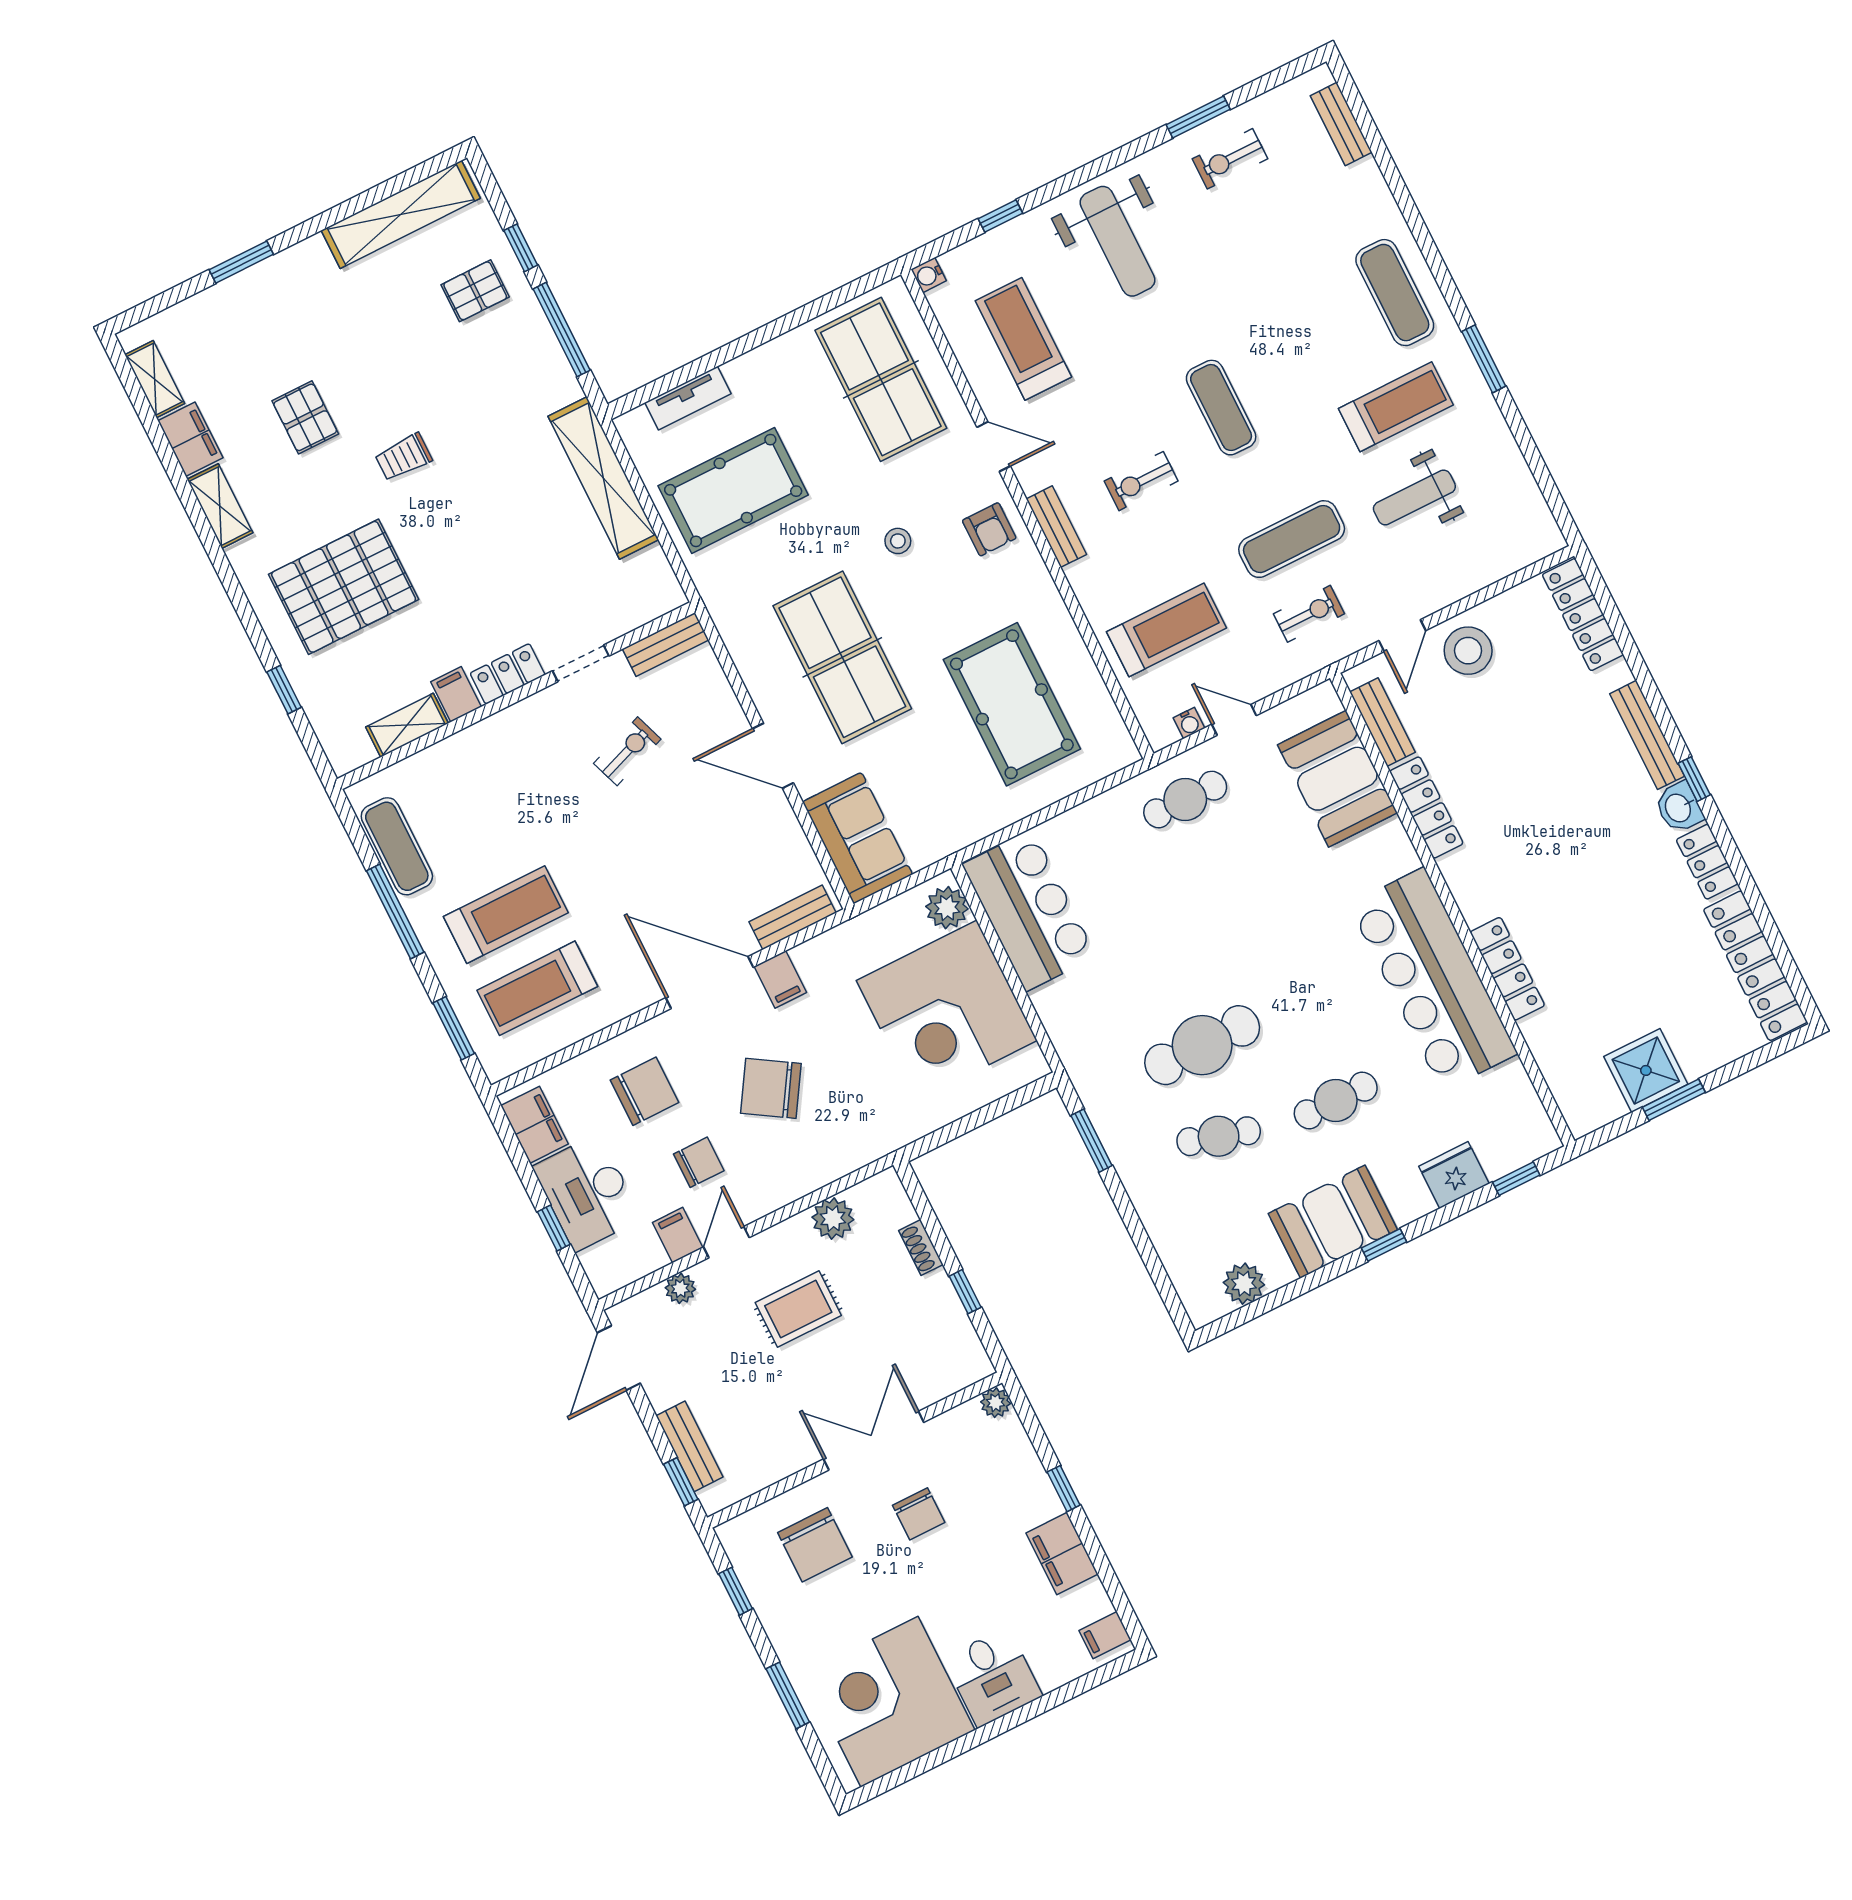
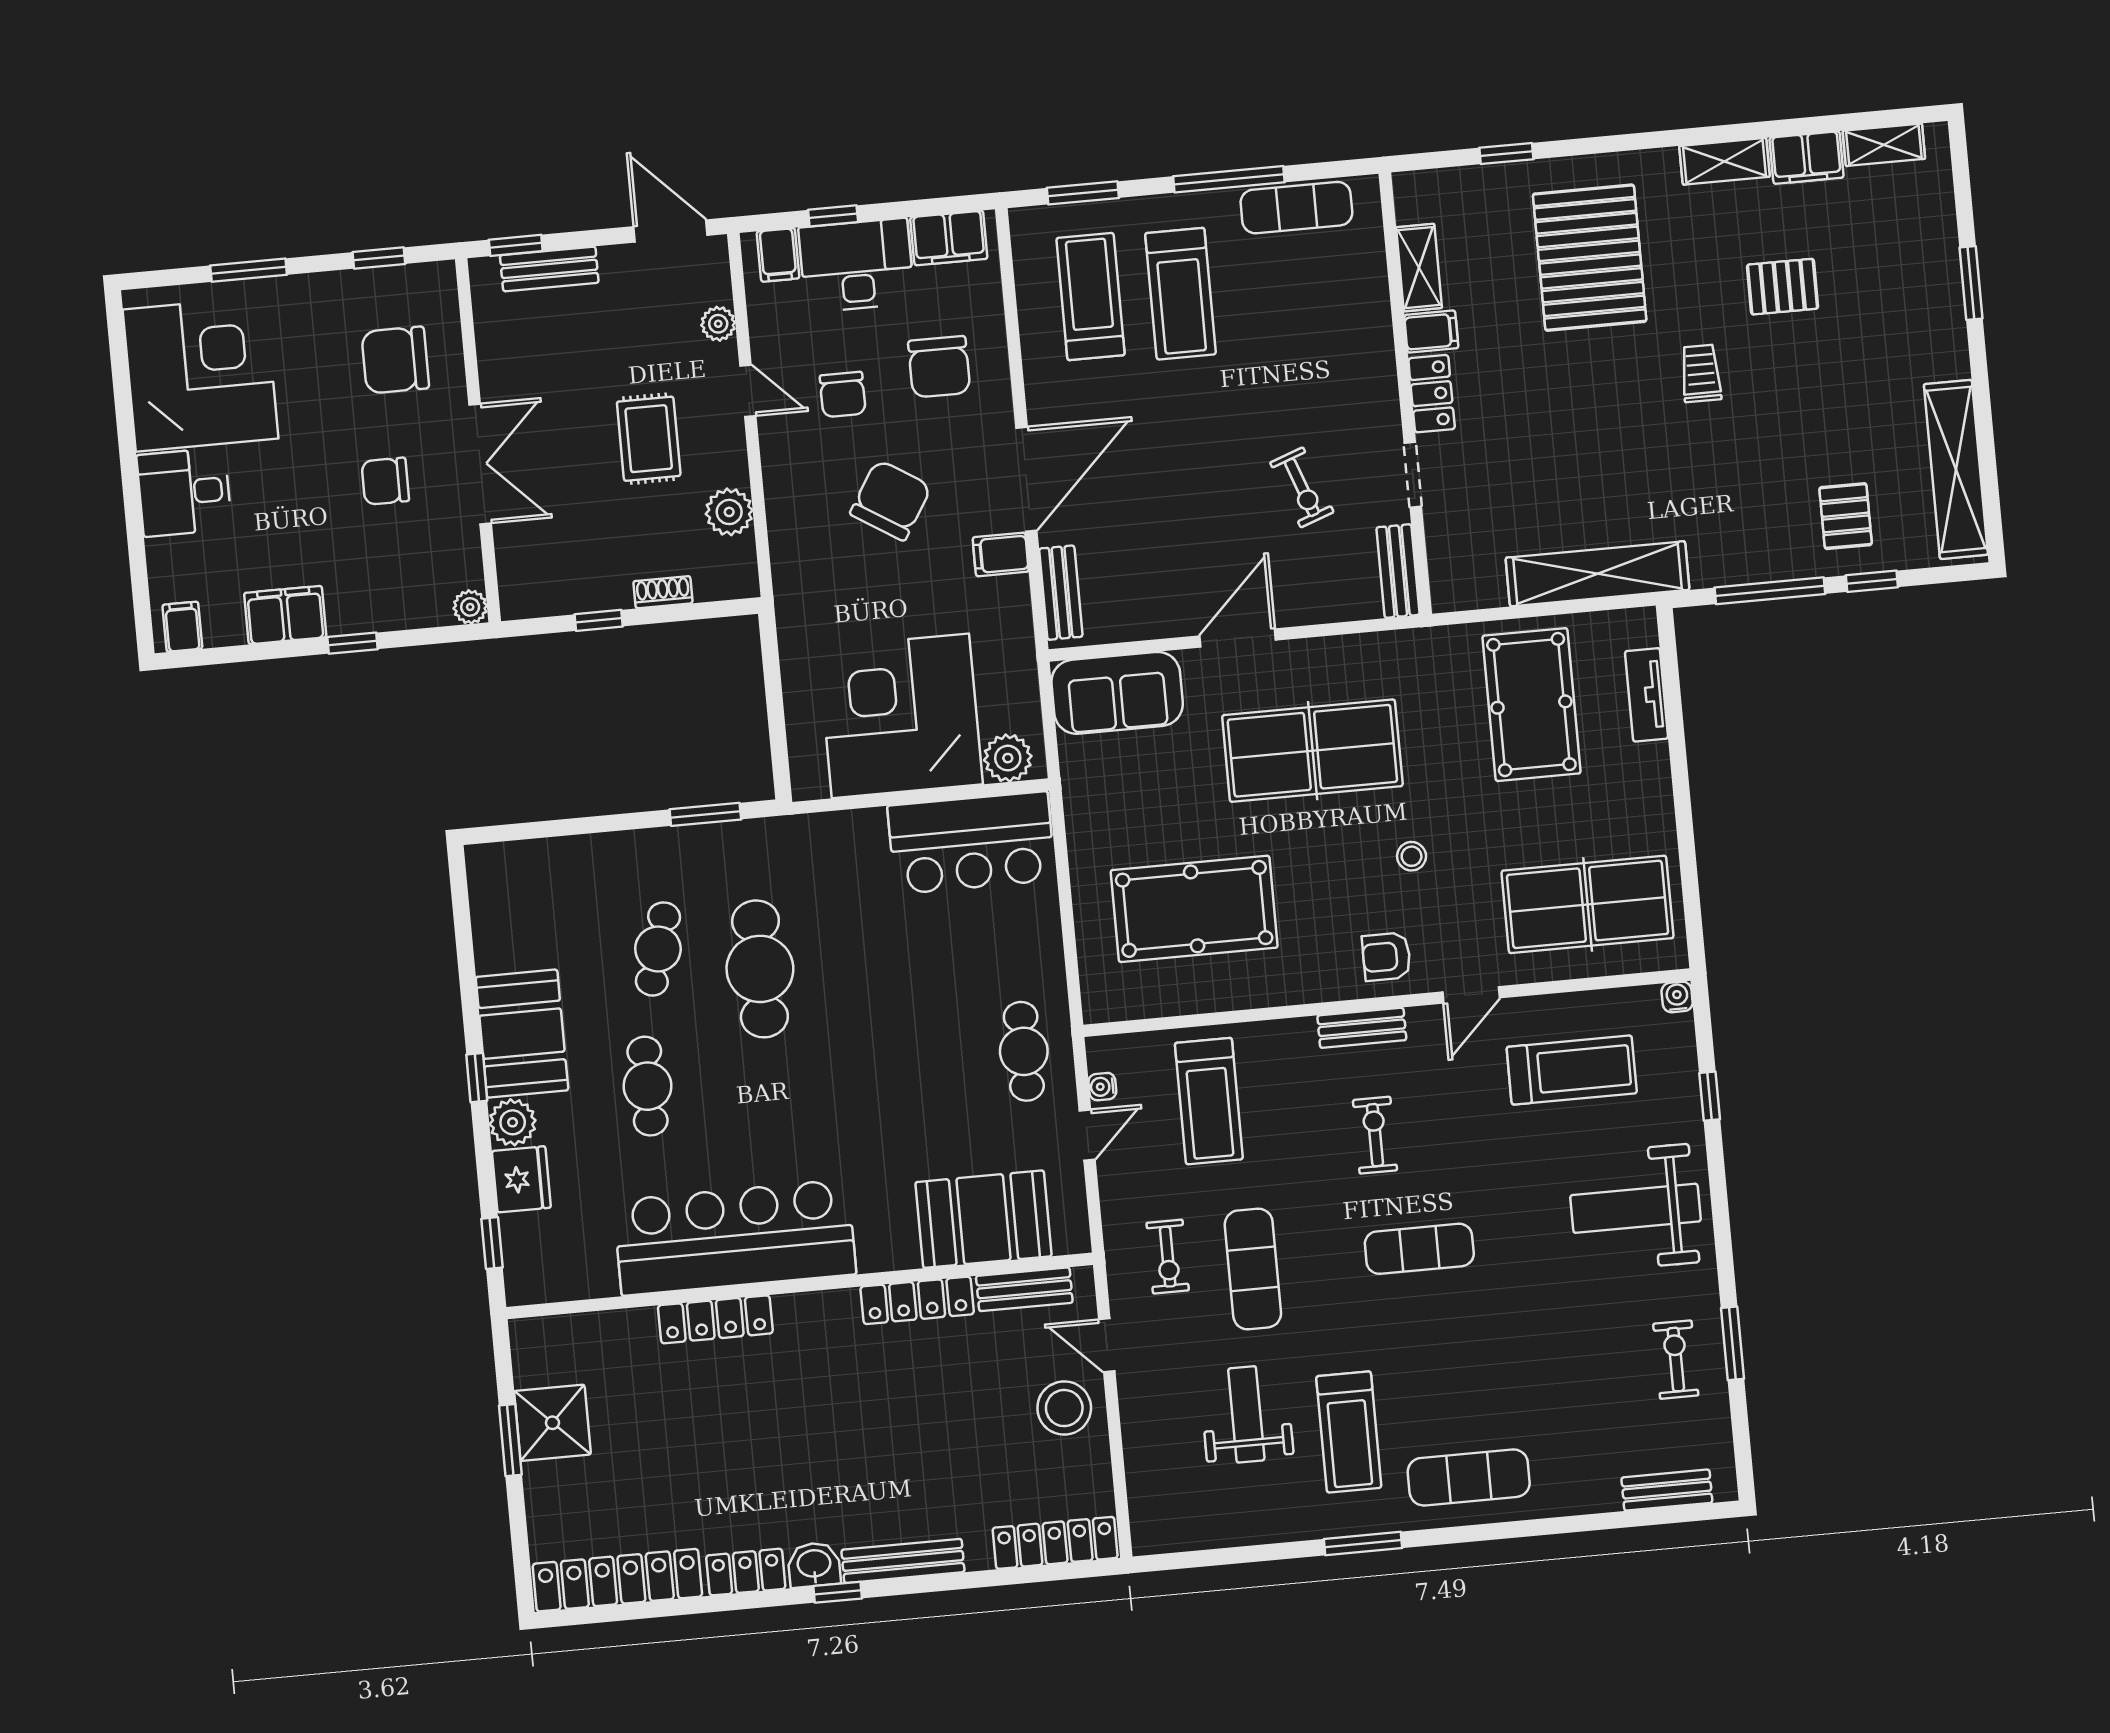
filing cabinet: (678, 1235) -> (778, 255), moved, turned 90
plant: (1244, 1284) -> (513, 1122), moved

